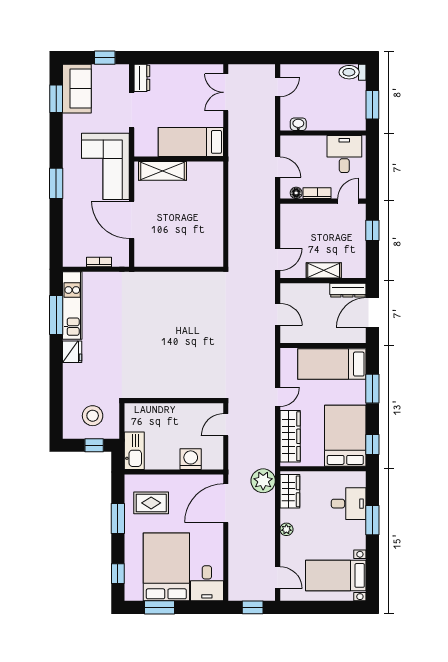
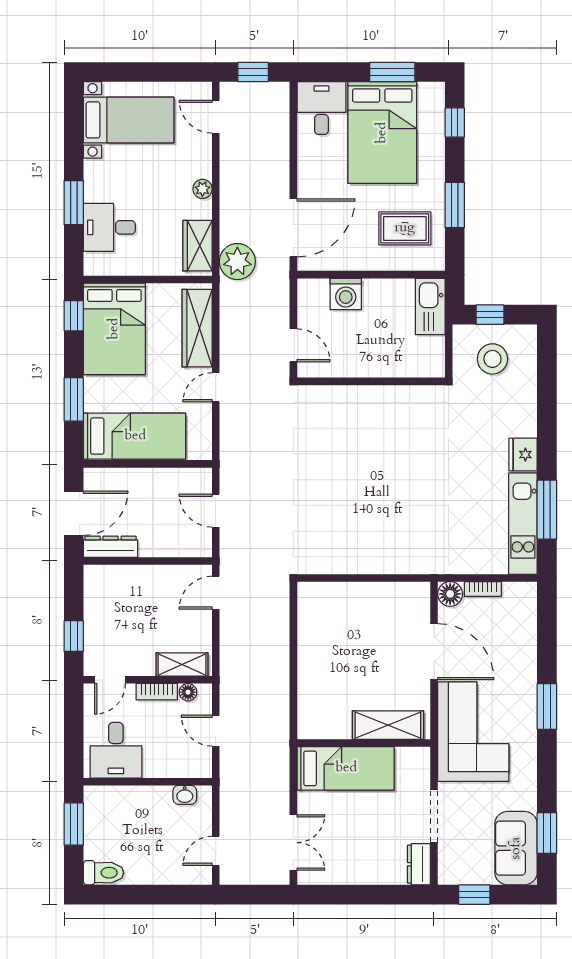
floor lamp: (121, 259) -> (450, 594), added
shelving: (324, 270) -> (182, 665), moved
door: (226, 425) -> (293, 345), hinge flipped

